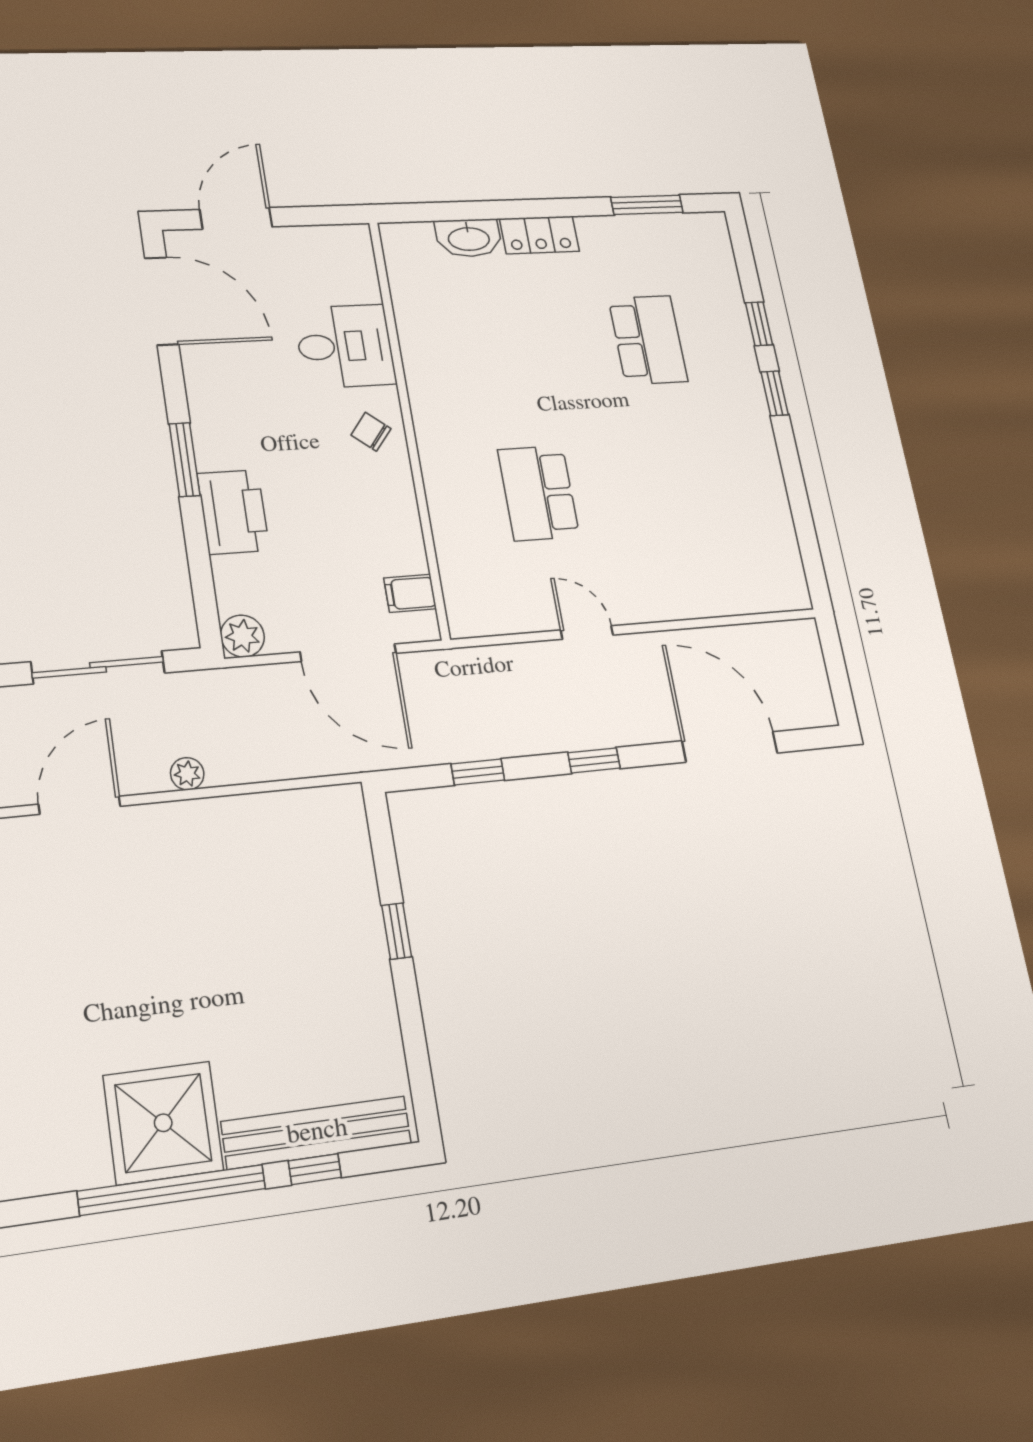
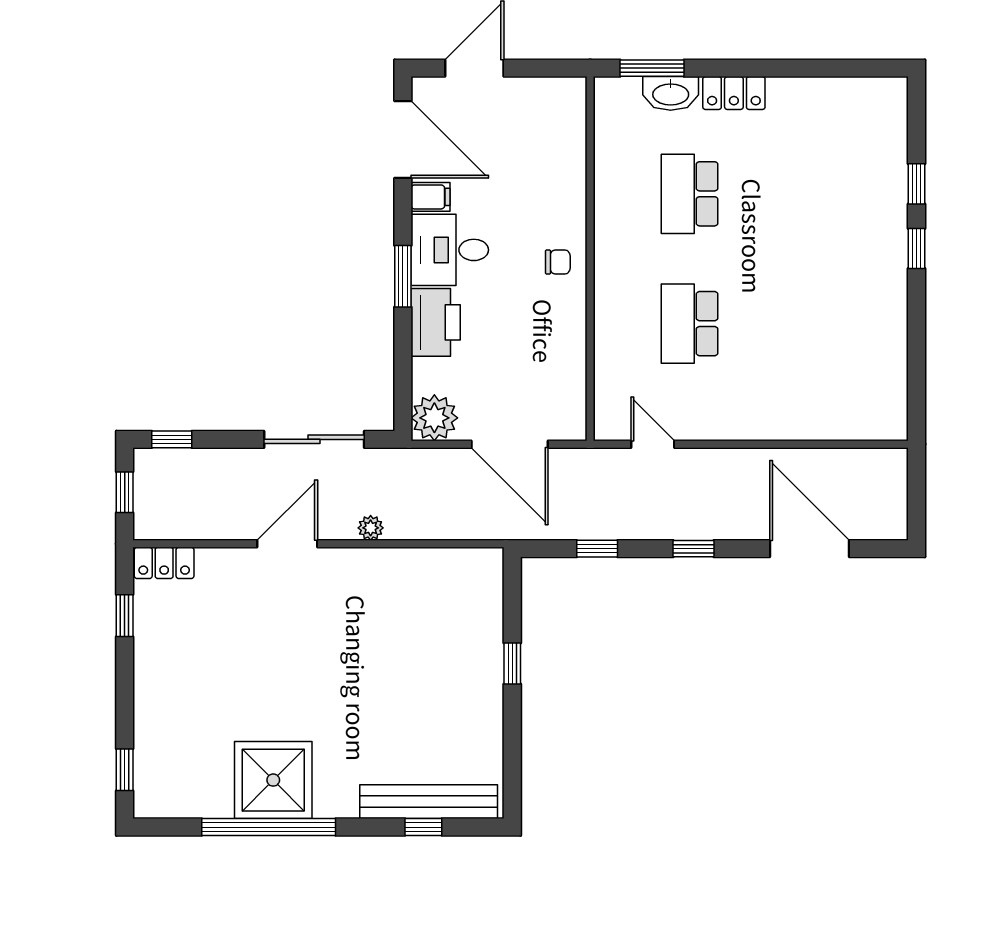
window: (647, 205) -> (652, 68), moved
school desk: (648, 340) -> (690, 194), moved, turned 180
desk: (345, 346) -> (450, 250), moved, turned 180
chair: (371, 432) -> (558, 262), turned 141
filing cabinet: (410, 593) -> (431, 197), moved, turned 180
door: (587, 633) -> (653, 444), moved
plant: (242, 636) -> (434, 418), width x1.36, depth x1.36
shower: (163, 1123) -> (273, 780), moved
window: (172, 1190) -> (269, 827), moved

